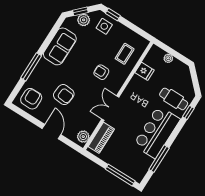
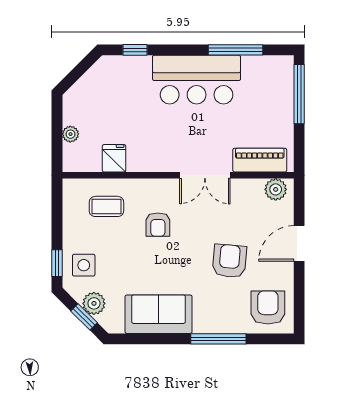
armchair: (31, 99) -> (268, 307), turned 90
cafe table: (174, 99) -> (128, 86), removed

